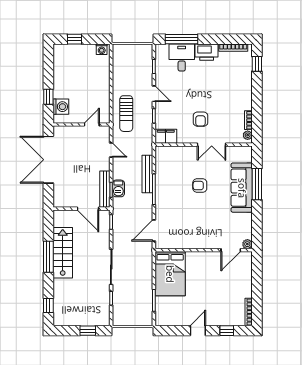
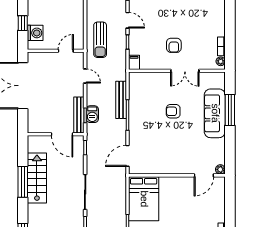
filing cabinet: (166, 136) -> (134, 62), width x0.50

